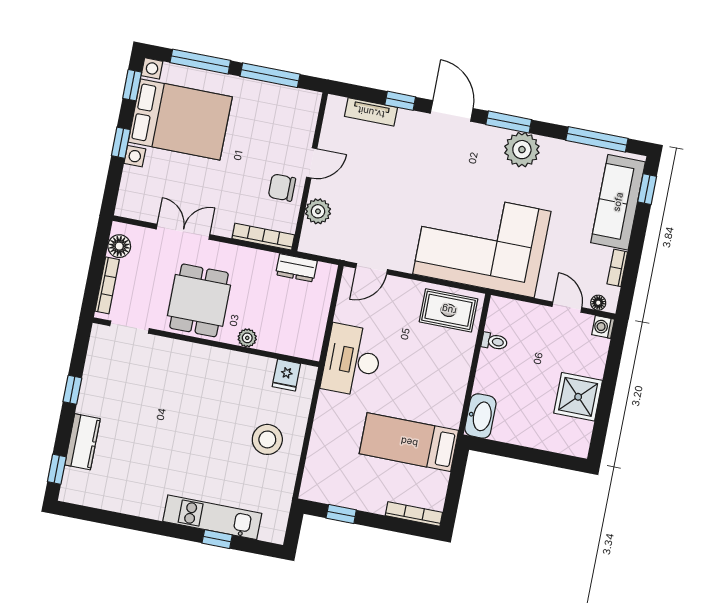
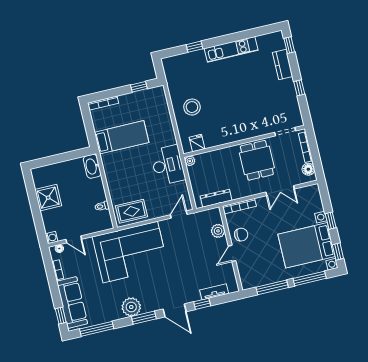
dresser: (296, 268) -> (216, 198), width x1.44
plant: (247, 338) -> (190, 161), moved
kitchen unit: (212, 517) -> (231, 49), moved

